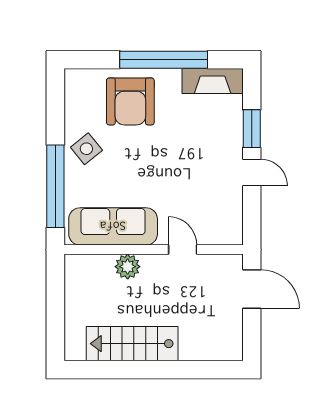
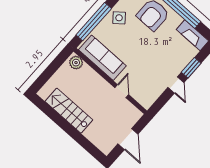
plant: (128, 267) -> (76, 63), moved
door: (252, 289) -> (128, 139), moved

